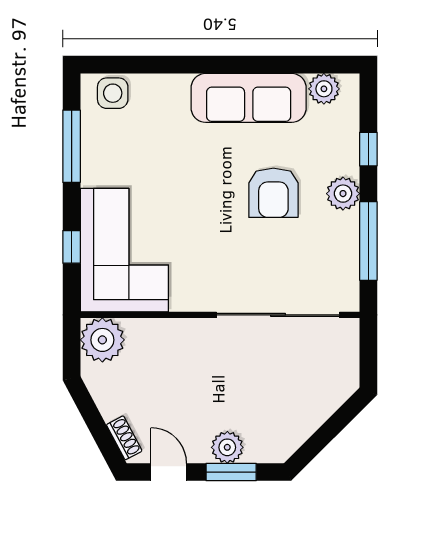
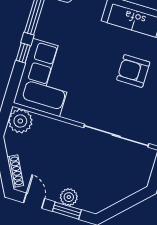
armchair: (273, 193) -> (133, 71), turned 90
window: (72, 247) -> (23, 53), moved
shoe rack: (124, 438) -> (15, 171), width x1.43

